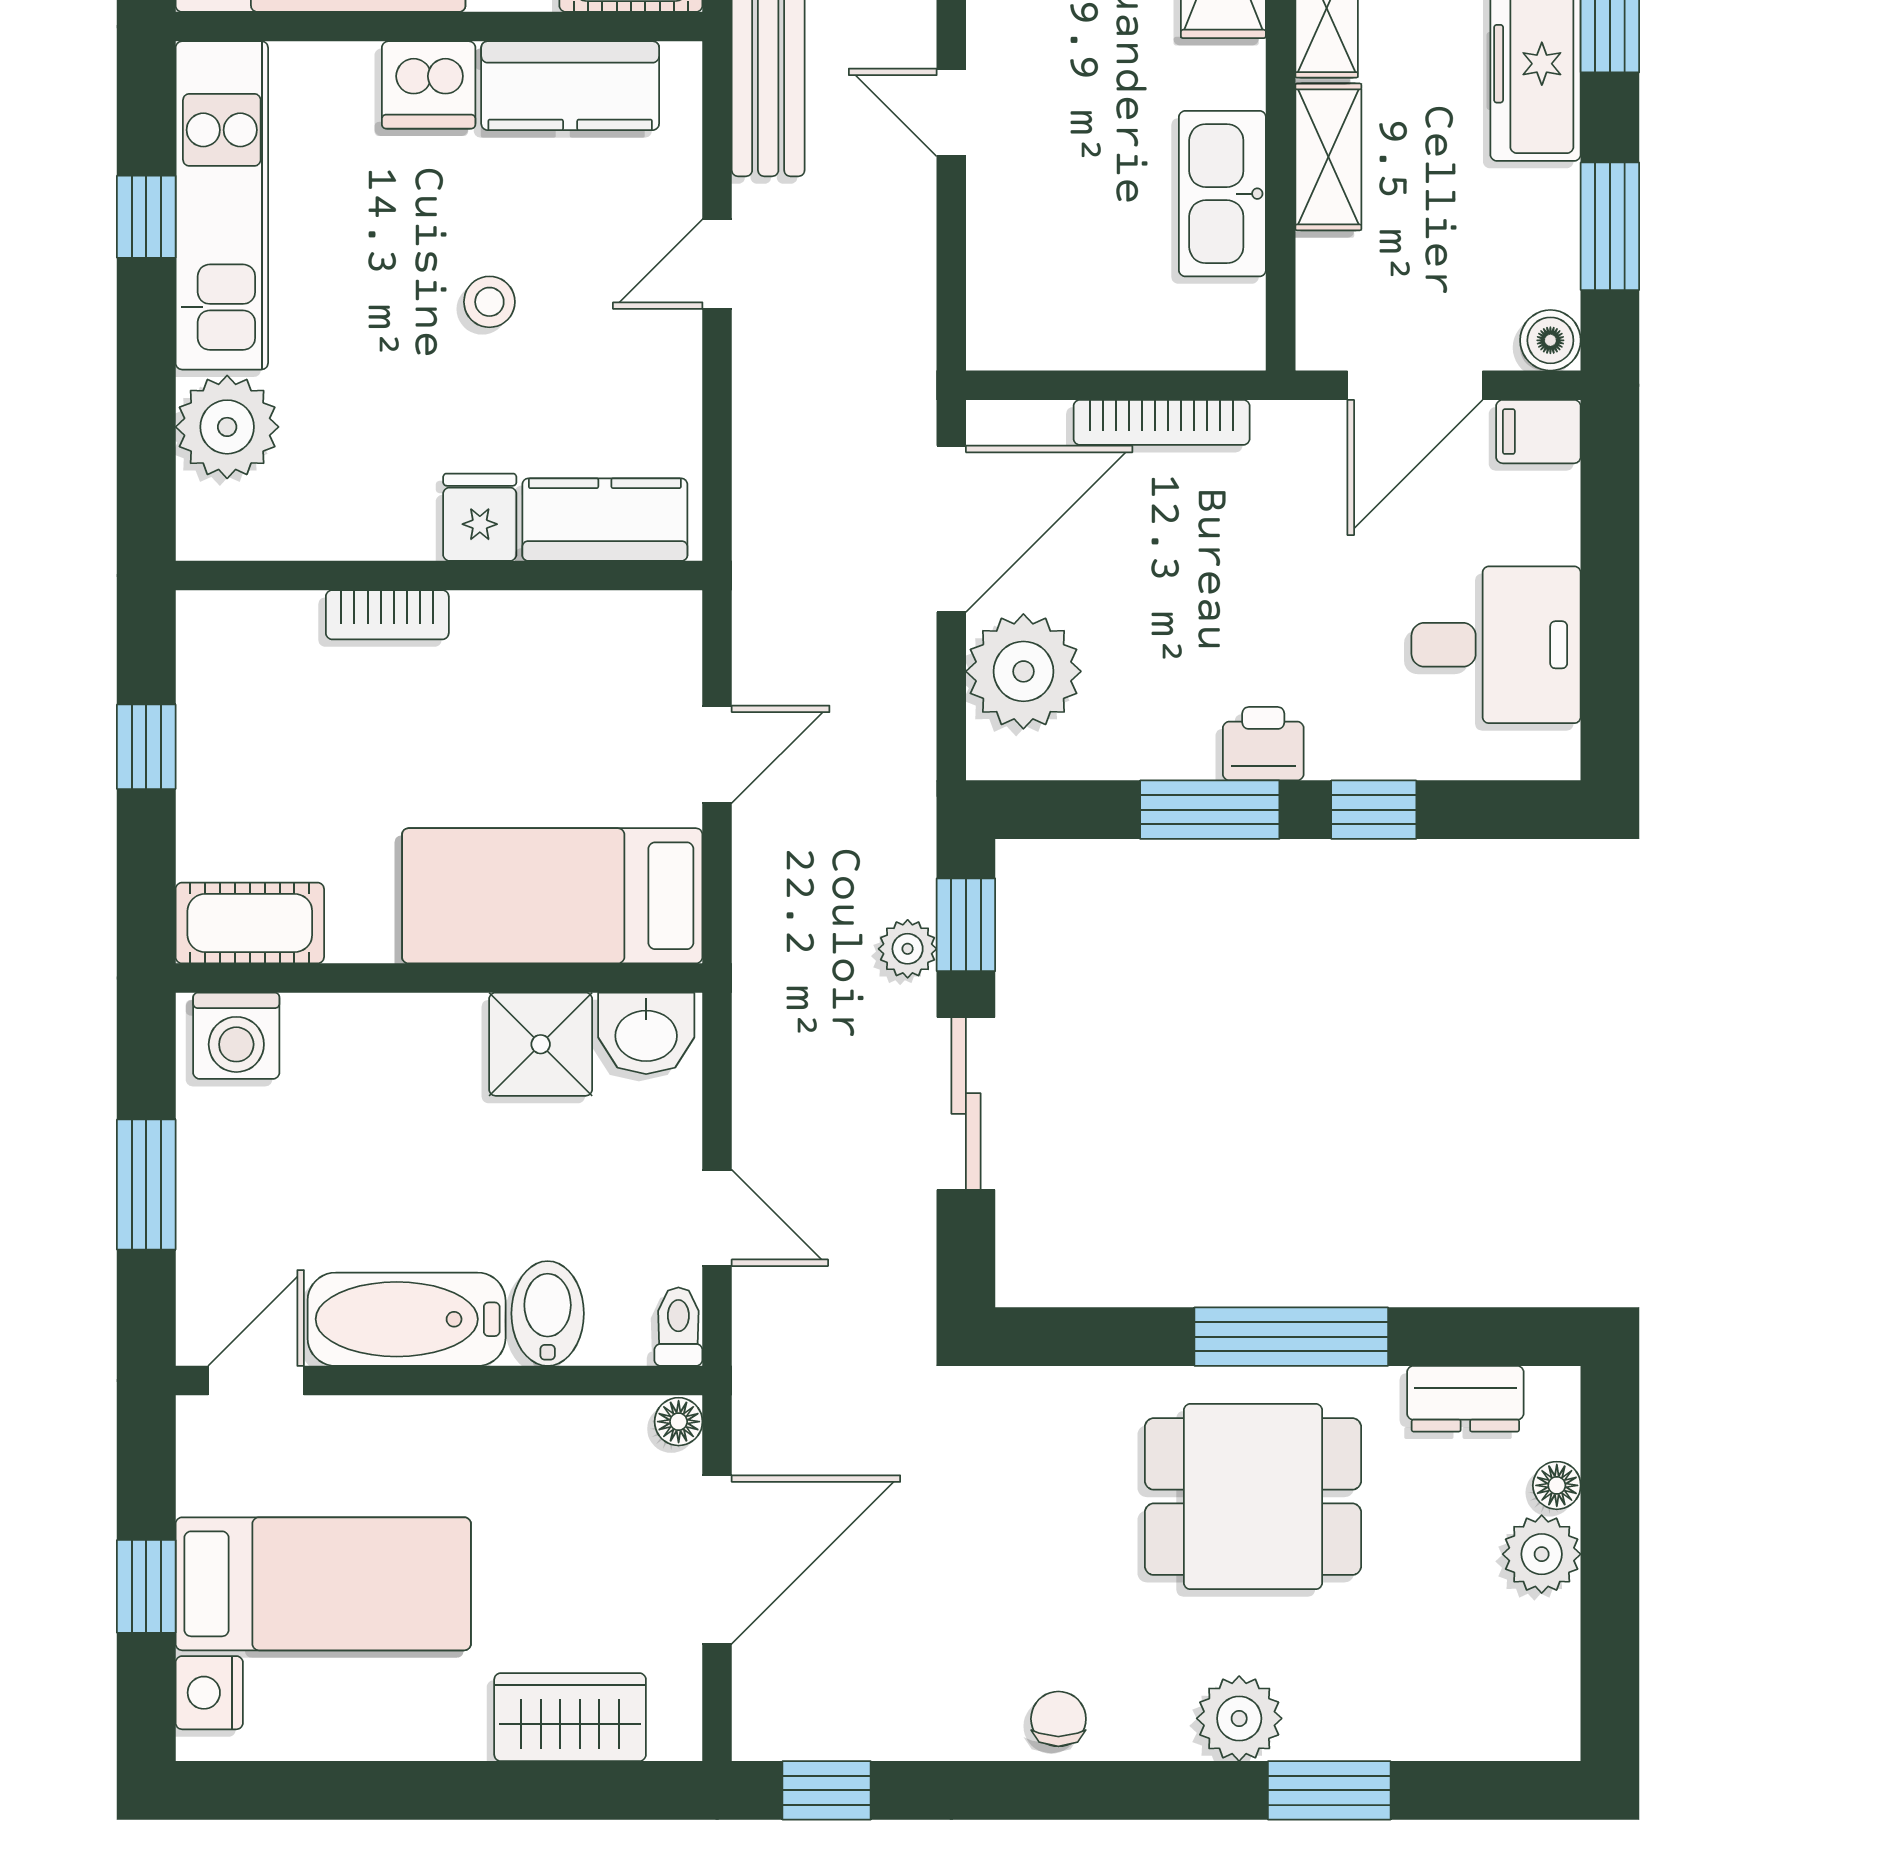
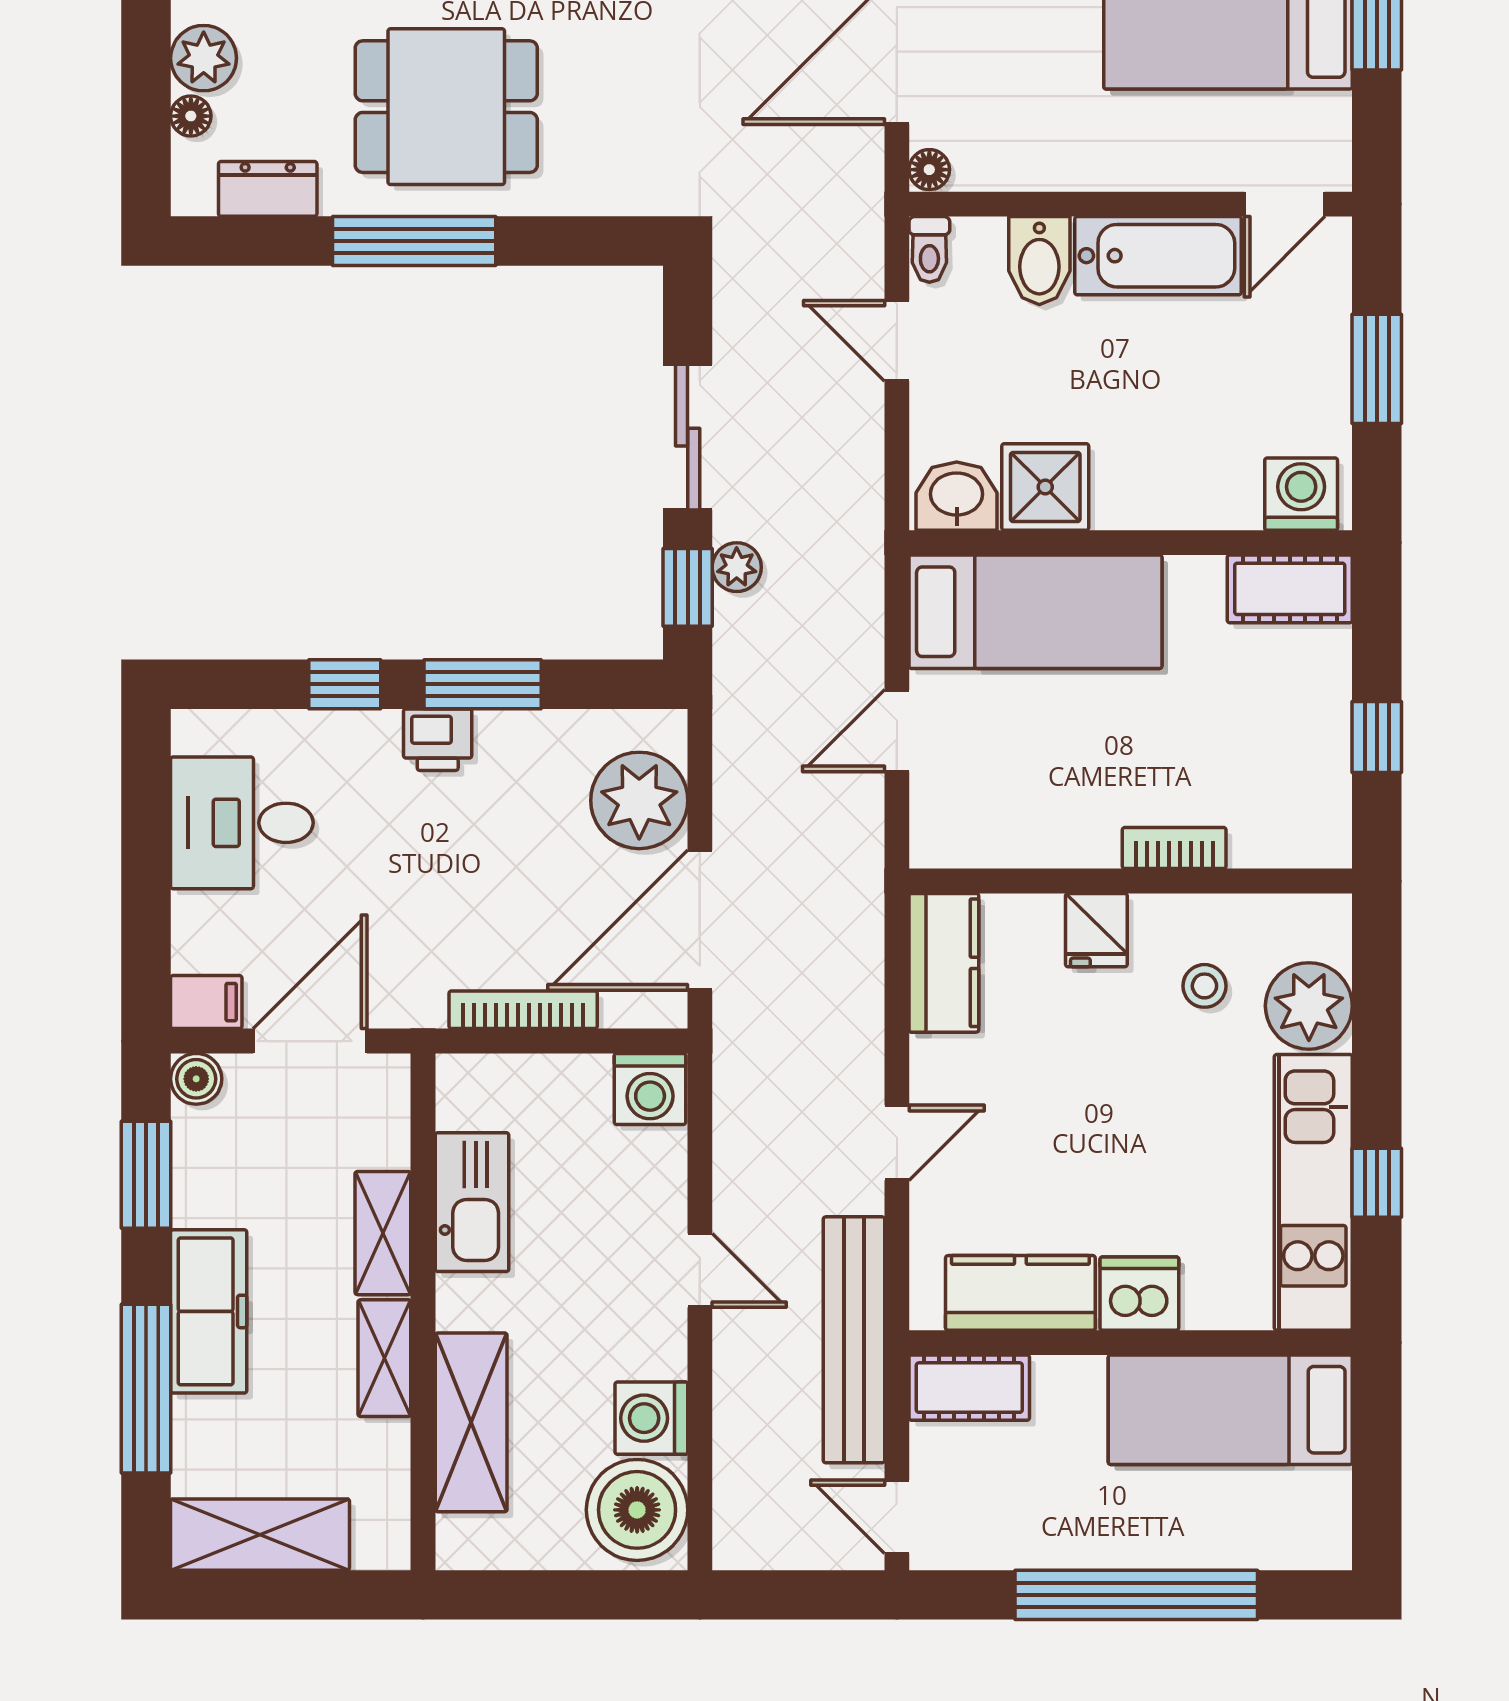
stool: (489, 302) -> (1204, 986), moved
washing machine: (1011, 328) -> (650, 1089), added
kitchen counter: (605, 520) -> (944, 963), moved, turned -90

